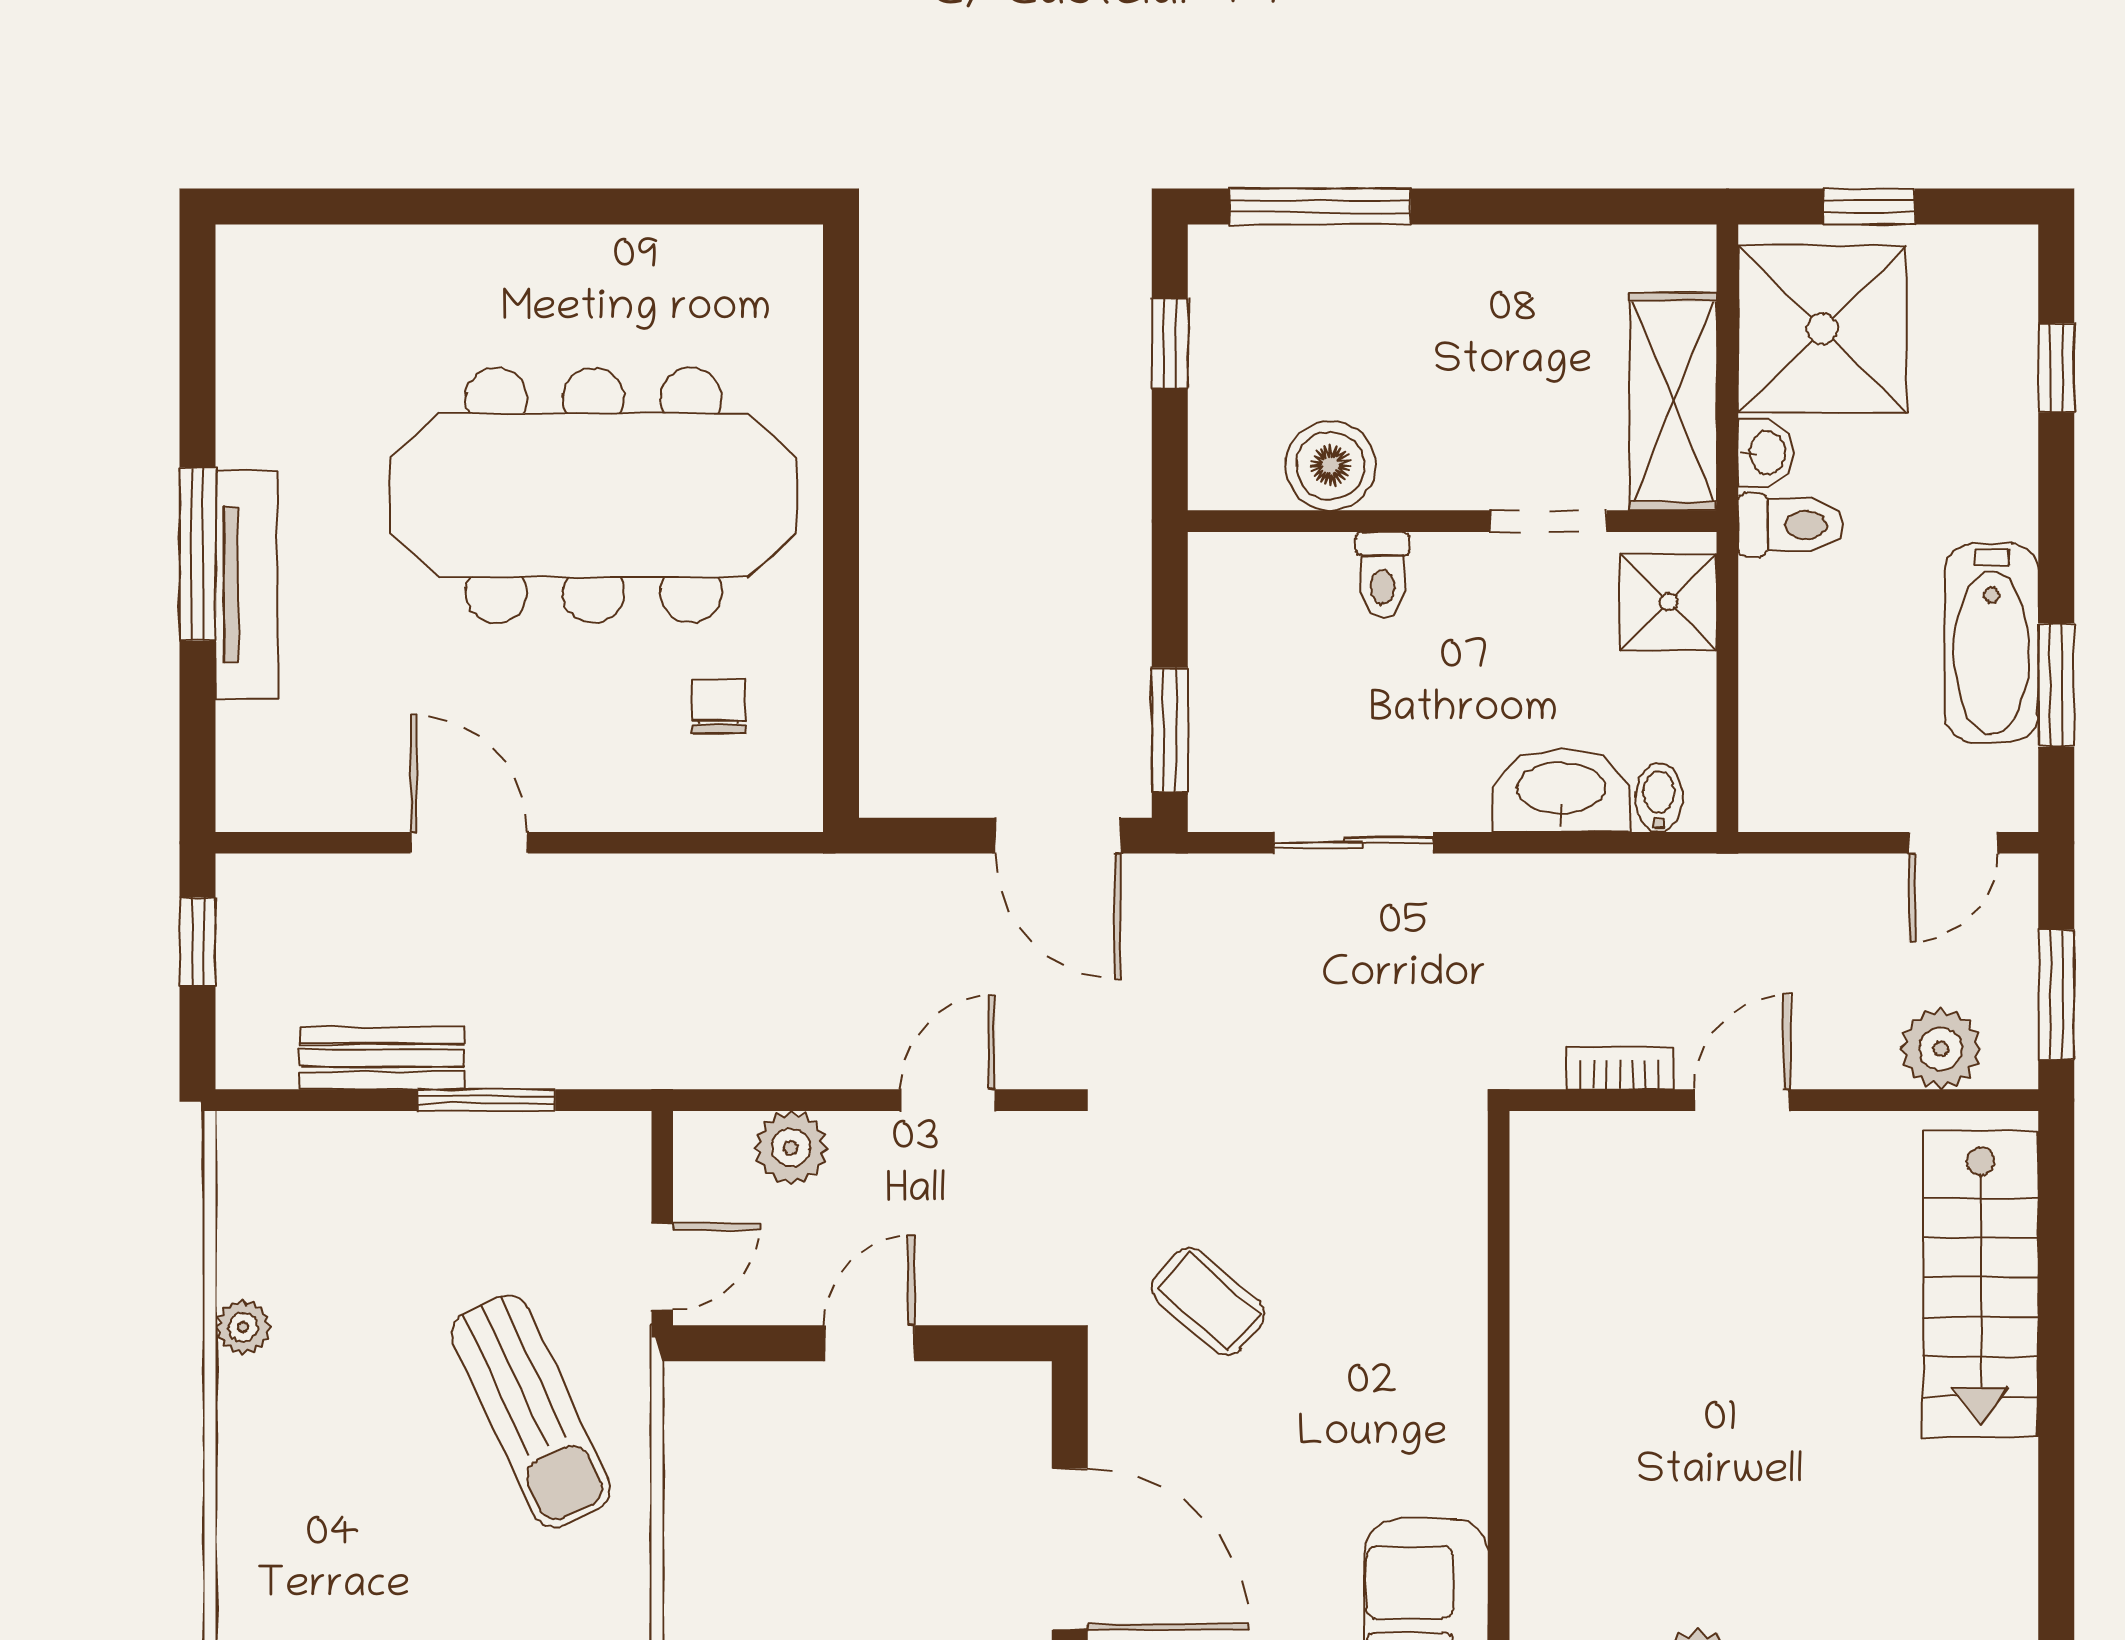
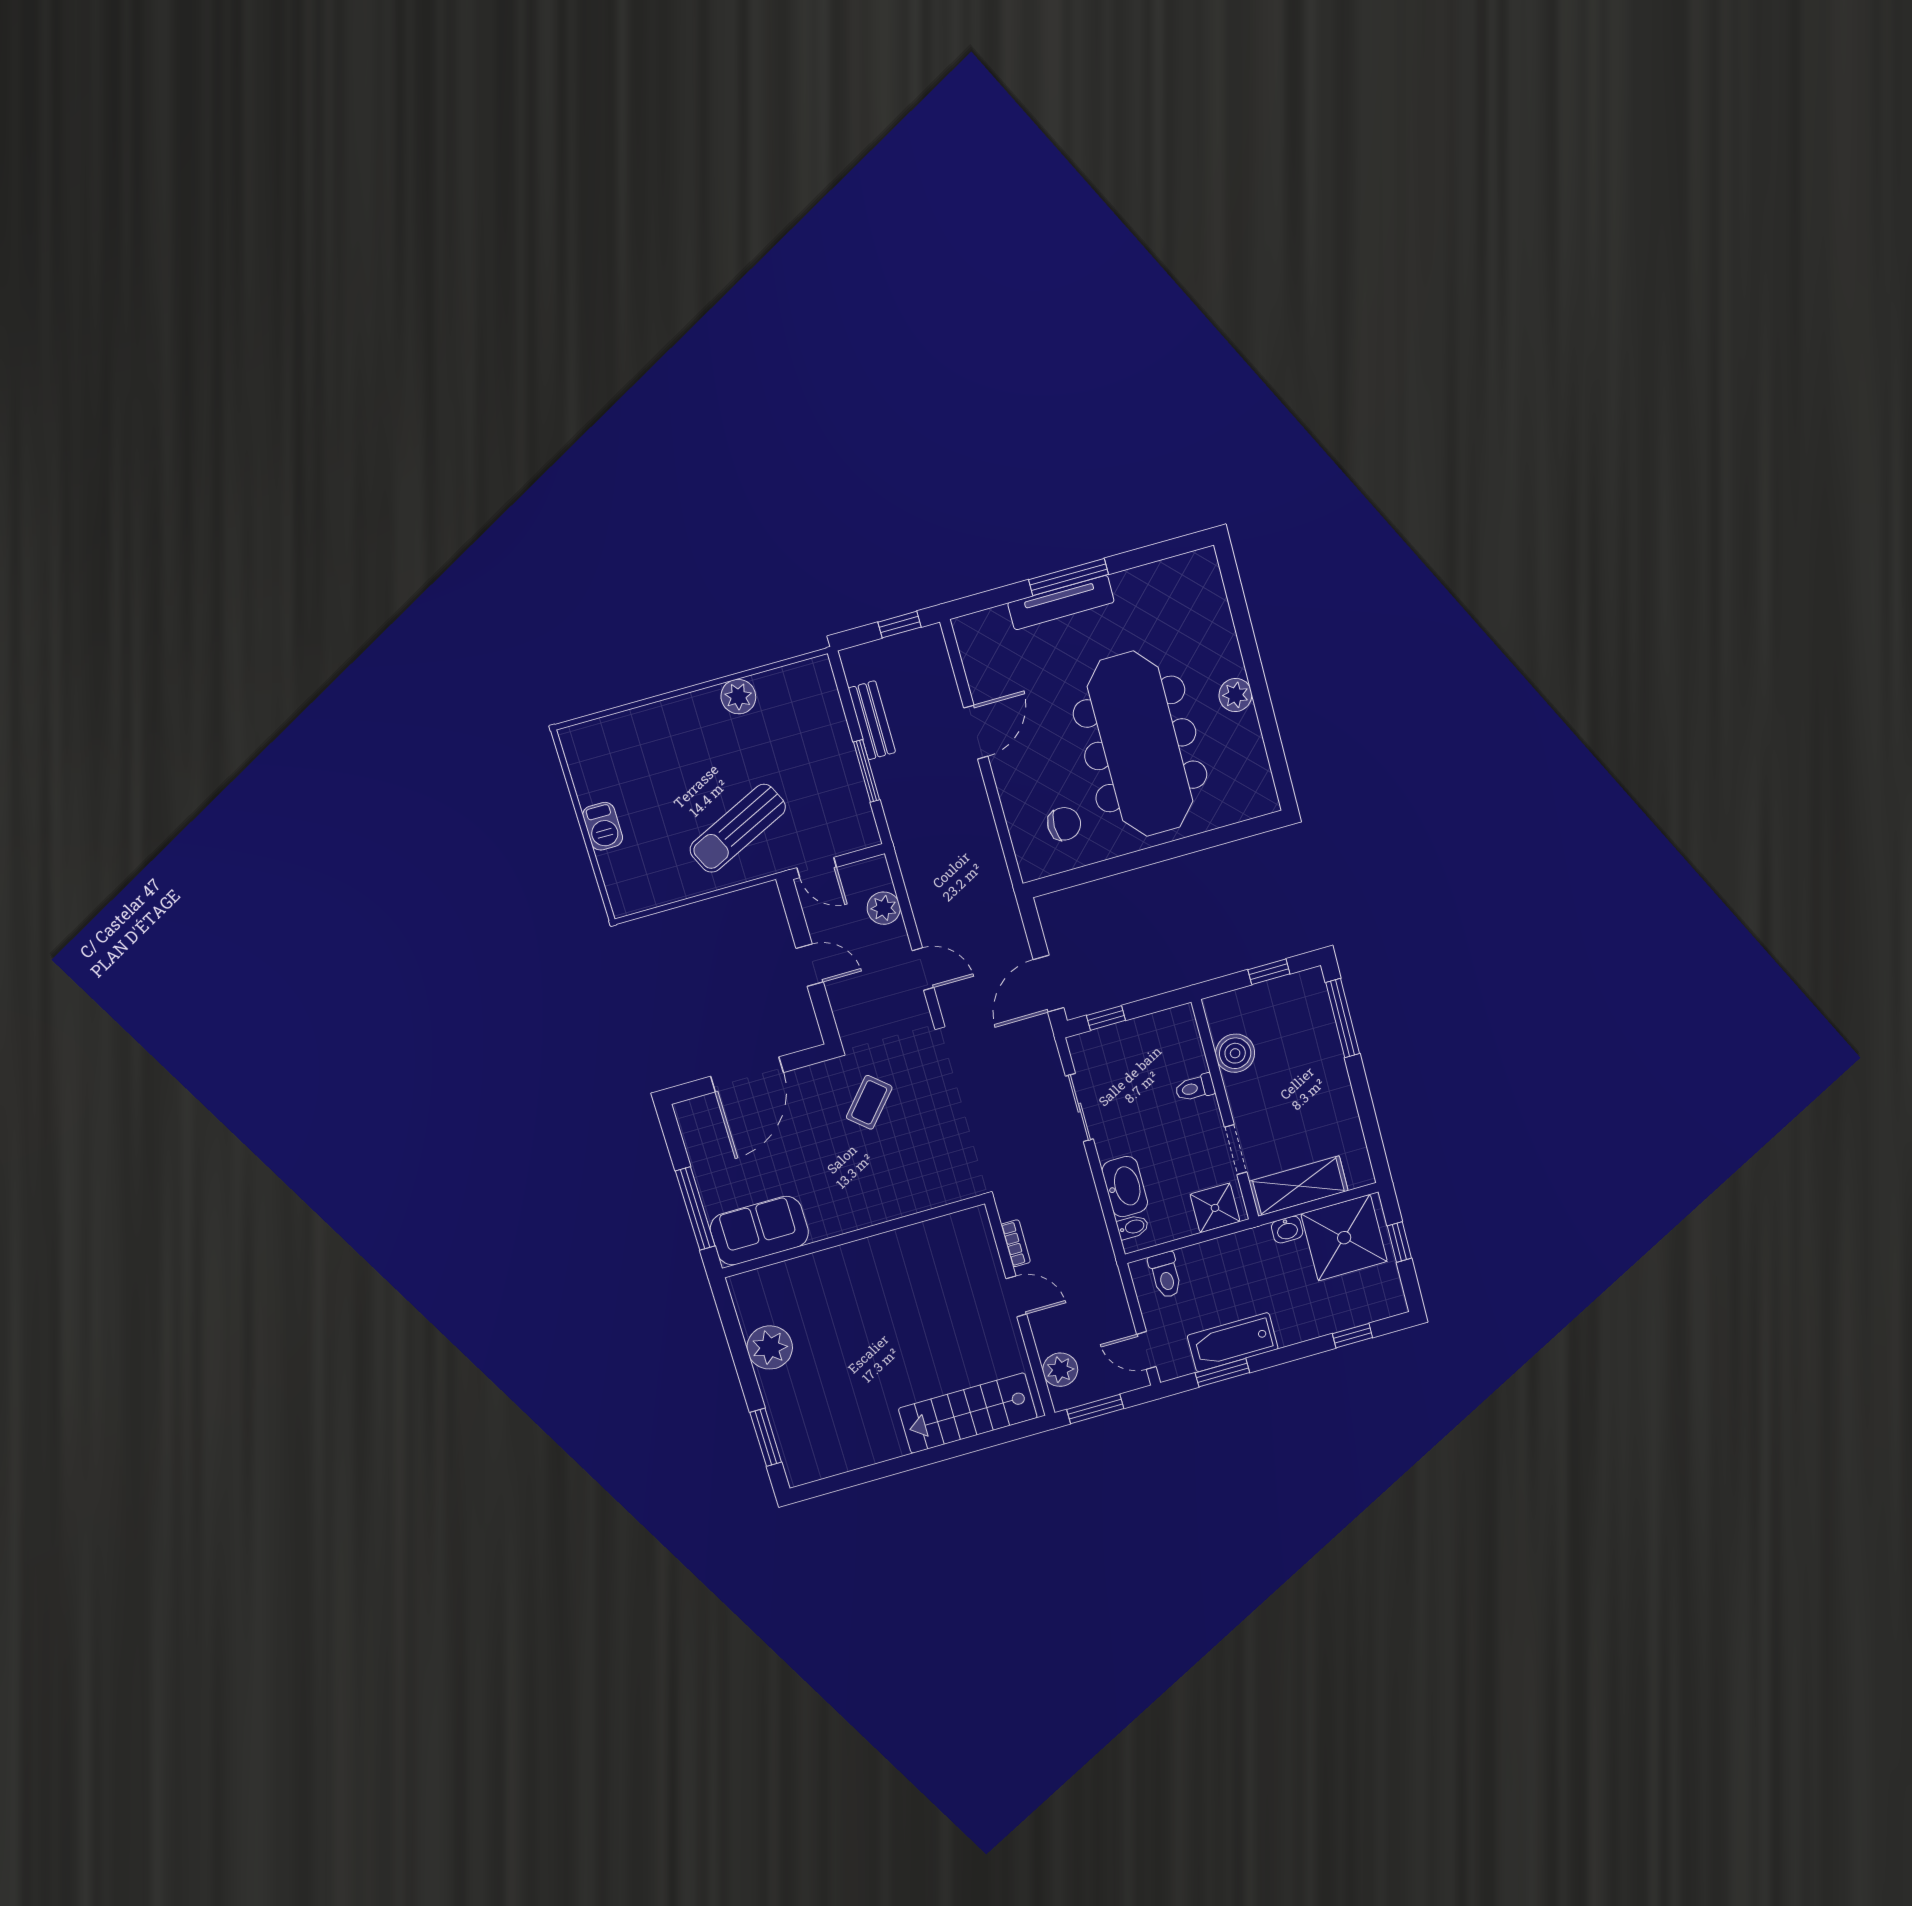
plant: (546, 261) -> (1235, 695), added
toilet: (1791, 525) -> (1165, 1275), moved
chair: (719, 706) -> (1064, 824), width x1.37, depth x1.37
window: (1170, 730) -> (1106, 1018), width x0.67
plant: (243, 1327) -> (738, 697), width x1.38, depth x1.38

